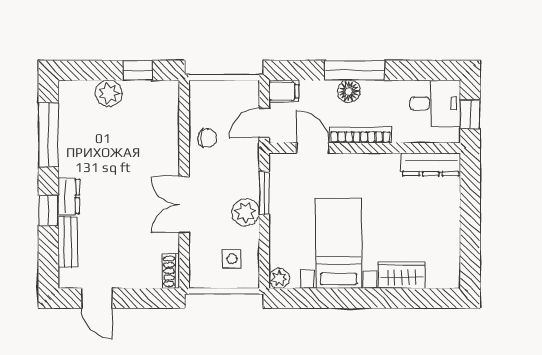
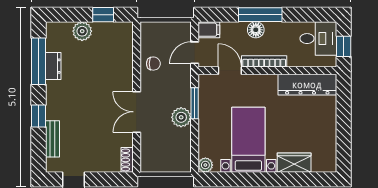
dresser: (431, 164) -> (307, 85), width x1.37, depth x1.24
dresser: (69, 196) -> (53, 66), moved
side table: (232, 259) -> (171, 151), removed

